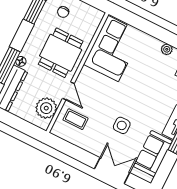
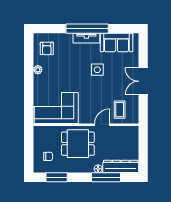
plant: (46, 108) -> (122, 134), removed
side table: (122, 125) -> (97, 70), moved
double door: (112, 171) -> (143, 81), moved

